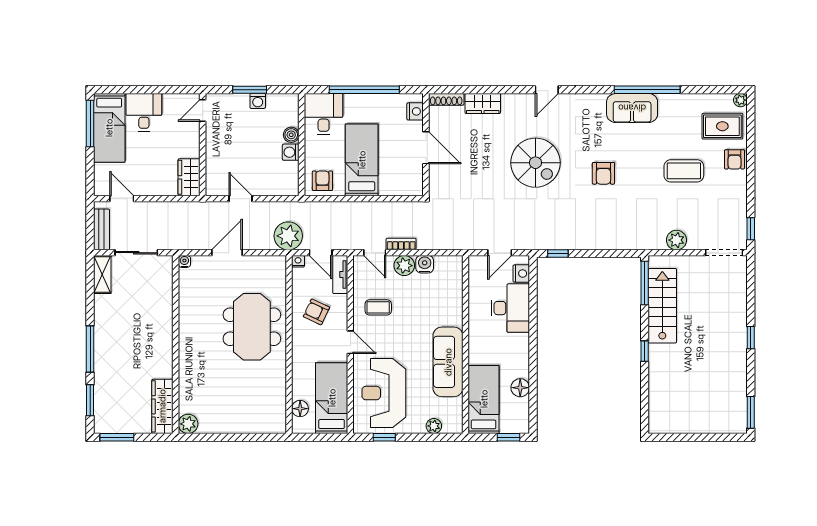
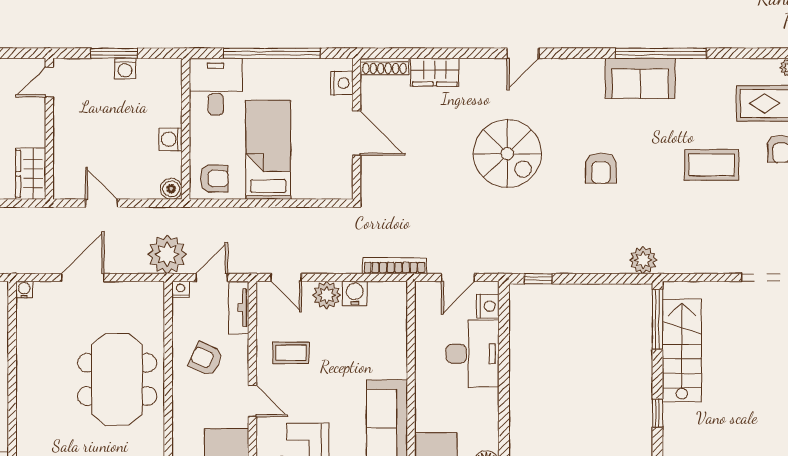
boiler: (291, 135) -> (171, 189), moved
armchair: (322, 181) -> (214, 179), turned 90
plant: (676, 240) -> (643, 260), moved
bookcase: (401, 244) -> (395, 266), moved, width x1.56
door: (321, 253) -> (212, 277), swing flipped

